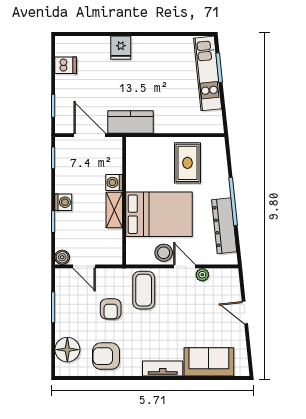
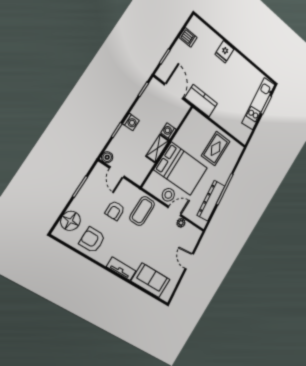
door: (185, 266) -> (175, 211), hinge flipped

